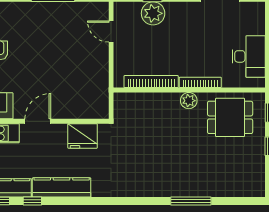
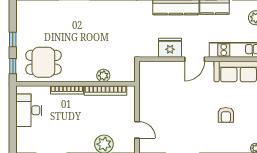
plant: (189, 101) -> (103, 76), moved
fridge: (83, 136) -> (170, 48), moved

